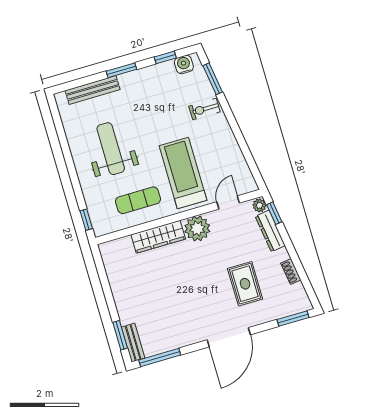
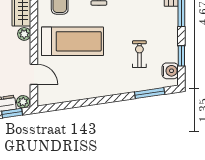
exercise bike: (204, 109) -> (139, 54), moved
plant: (197, 228) -> (24, 34), width x0.53, depth x0.53

